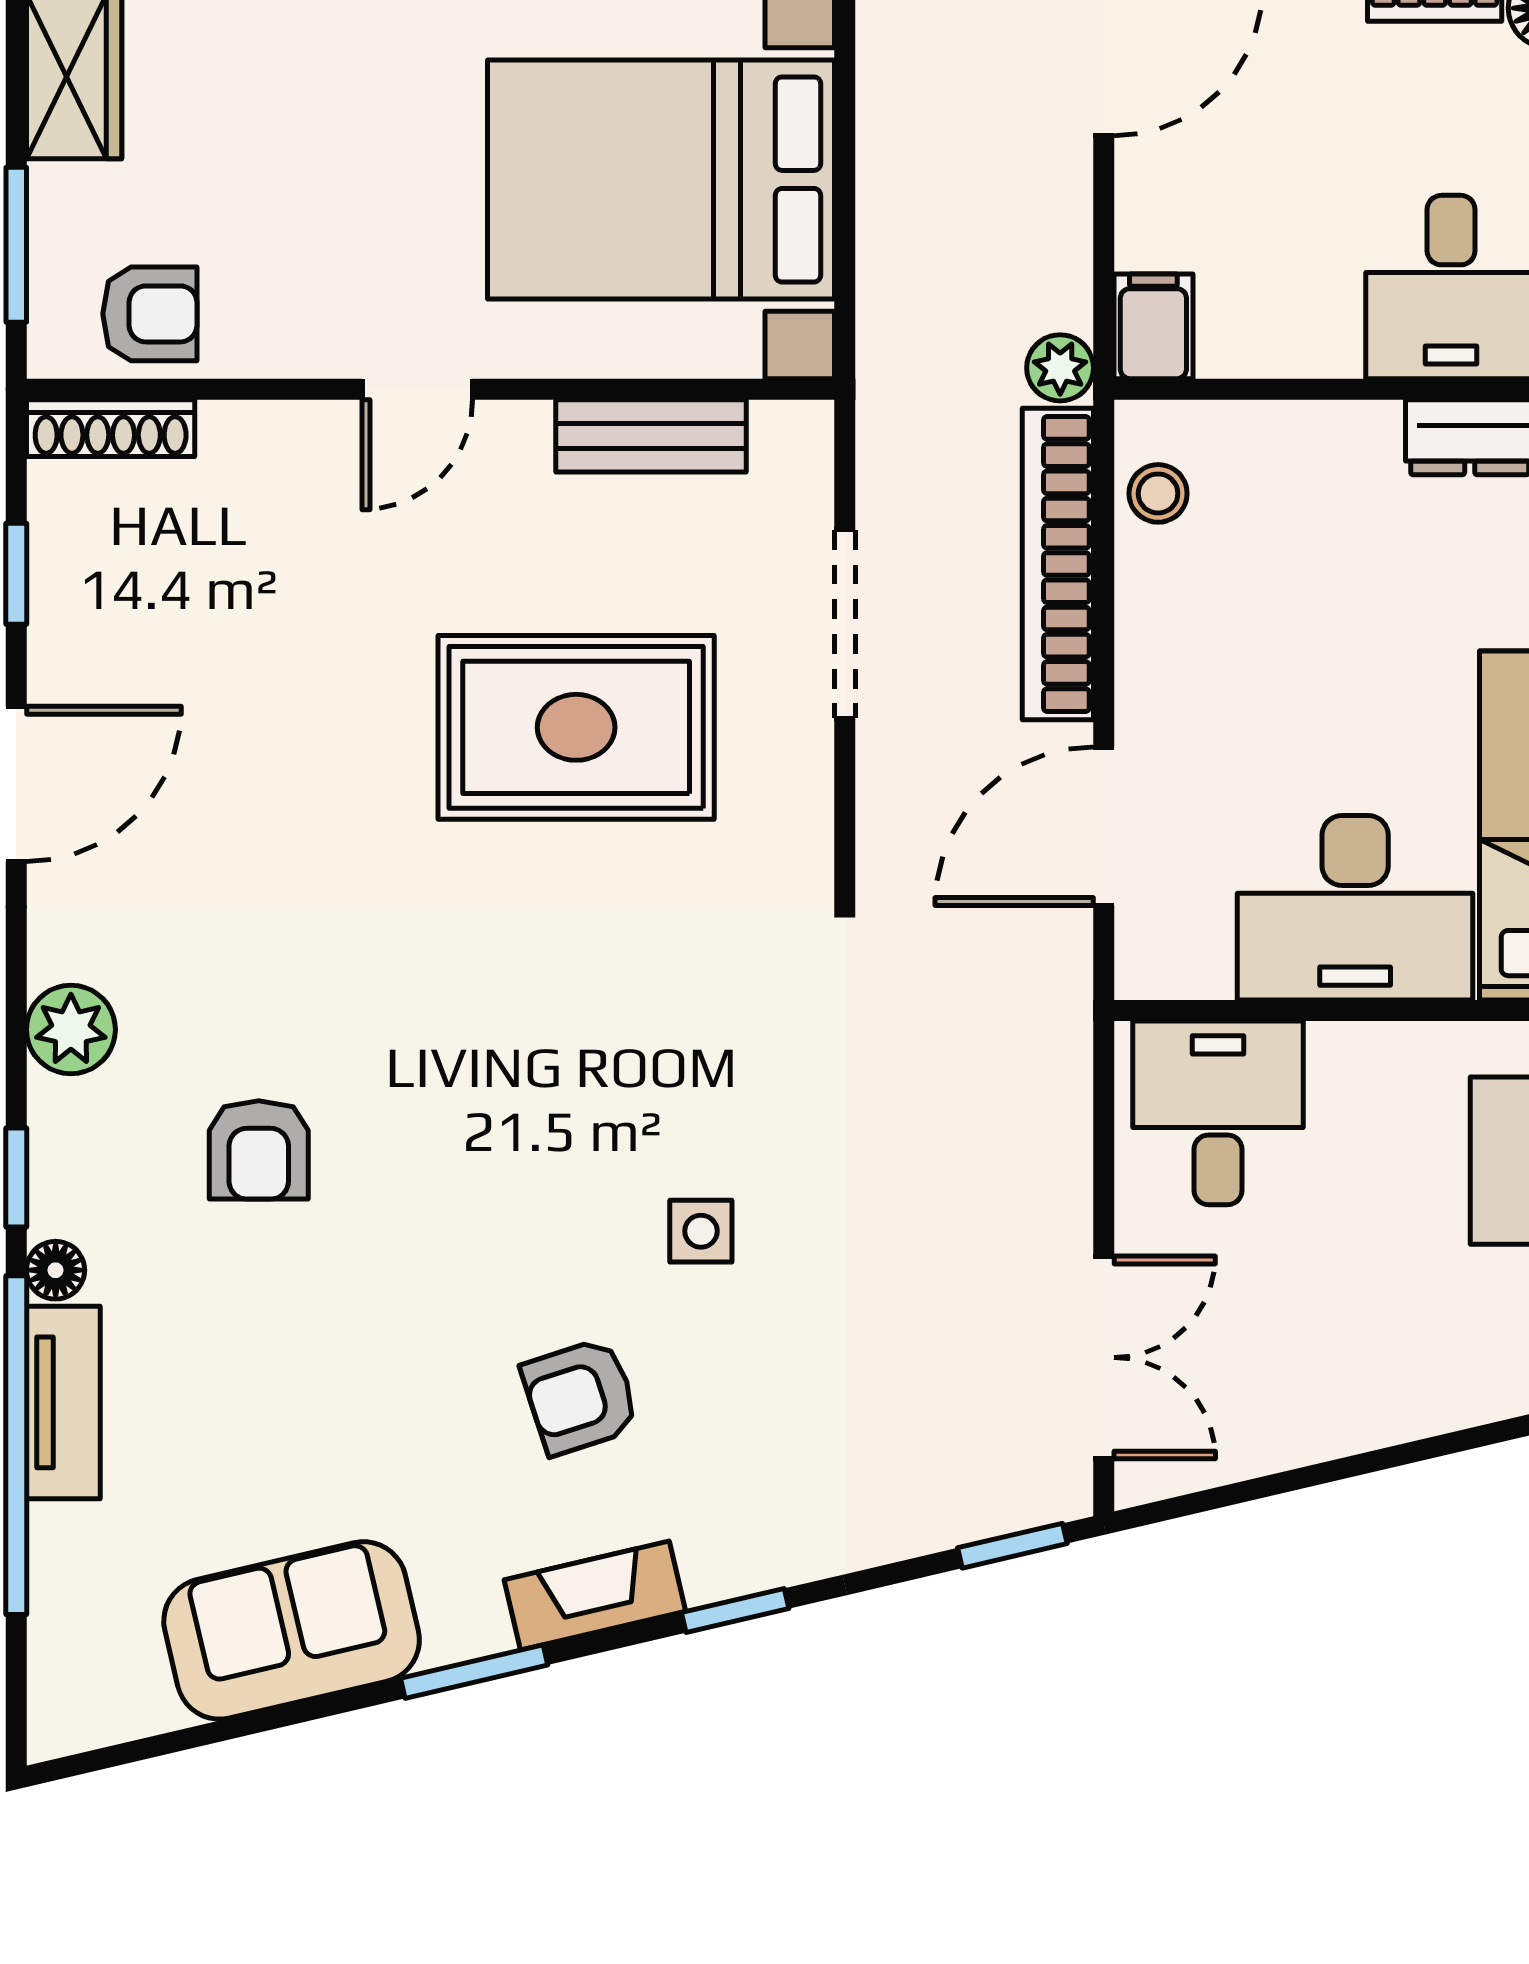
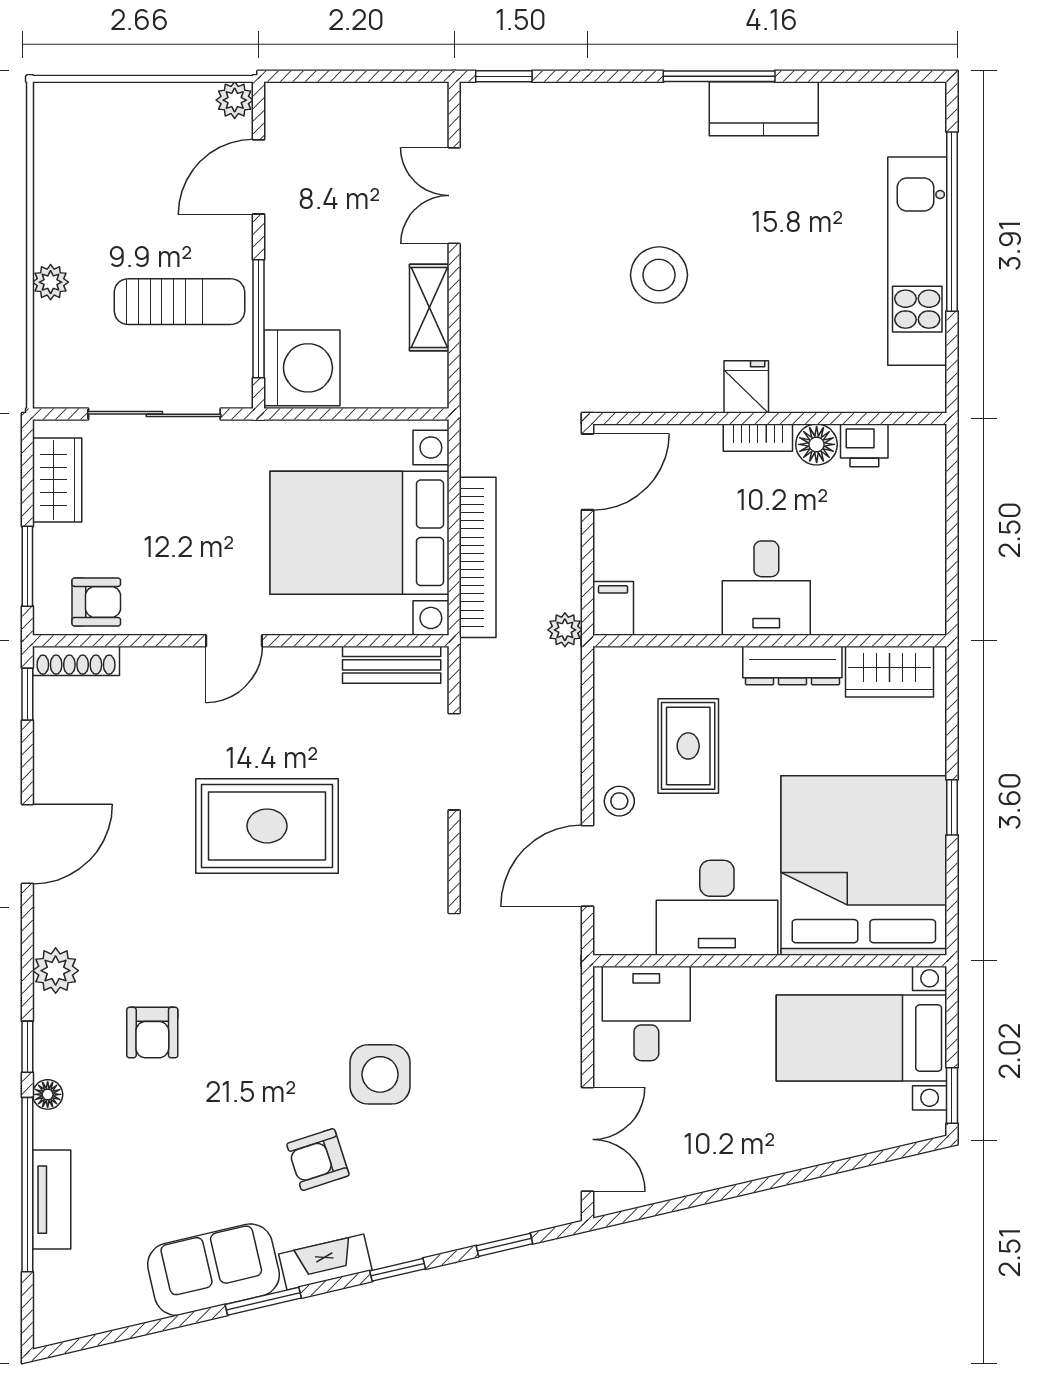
bench: (651, 436) -> (392, 665), moved
stool: (1158, 493) -> (619, 801), moved
bookcase: (1058, 564) -> (478, 557), moved, turned 180
window: (16, 574) -> (27, 694), moved
rug: (1299, 594) -> (688, 746), added
rug: (576, 727) -> (267, 826), moved
side table: (701, 1231) -> (380, 1074), width x1.87, depth x1.87
tv unit: (63, 1402) -> (52, 1200), moved
window: (1012, 1546) -> (504, 1245), moved
sofa: (292, 1630) -> (213, 1270), moved

